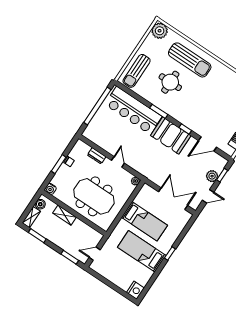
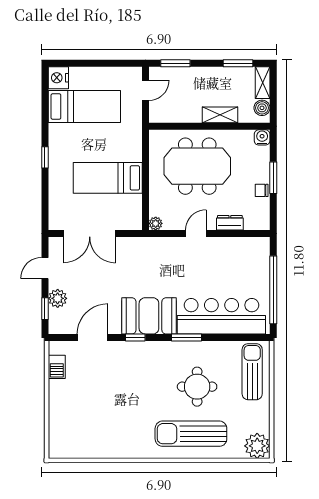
door: (118, 162) -> (196, 234), swing flipped
bed: (142, 251) -> (84, 107), moved

